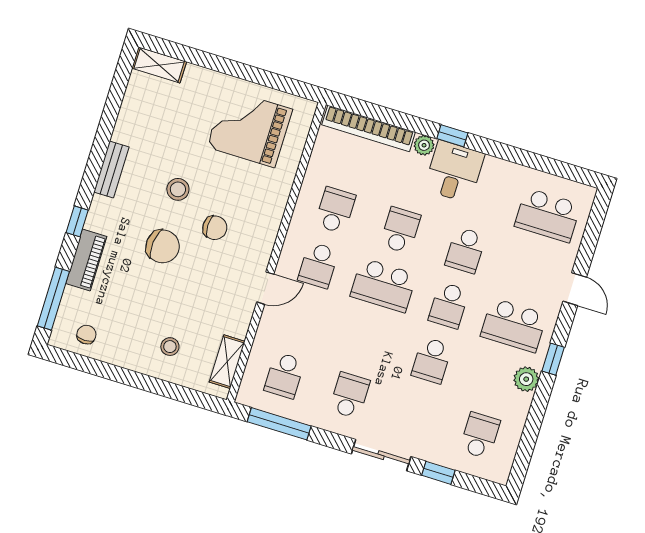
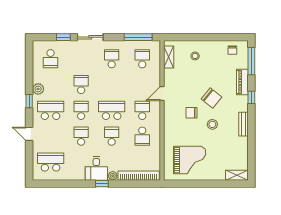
school desk: (400, 230) -> (112, 136), turned 180
chair: (163, 246) -> (211, 98), turned -147
school desk: (350, 395) -> (112, 59), turned 180

